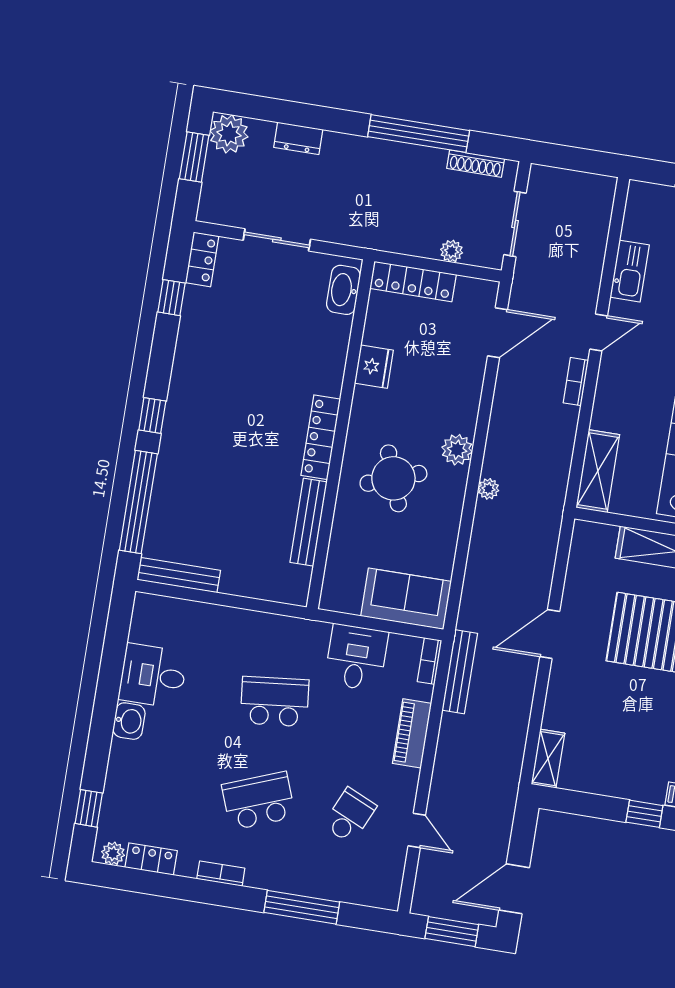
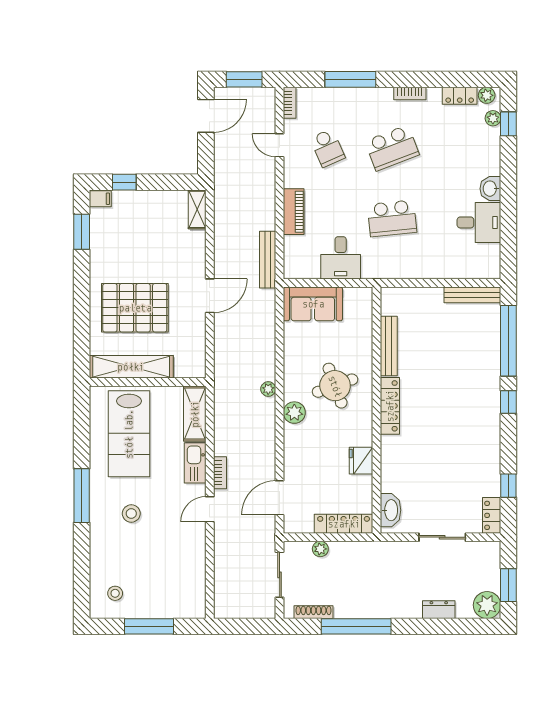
kitchen sink: (630, 271) -> (195, 463), moved
bookcase: (430, 661) -> (290, 103), moved
school desk: (350, 816) -> (327, 148), turned -48
plant: (109, 820) -> (493, 118), added

